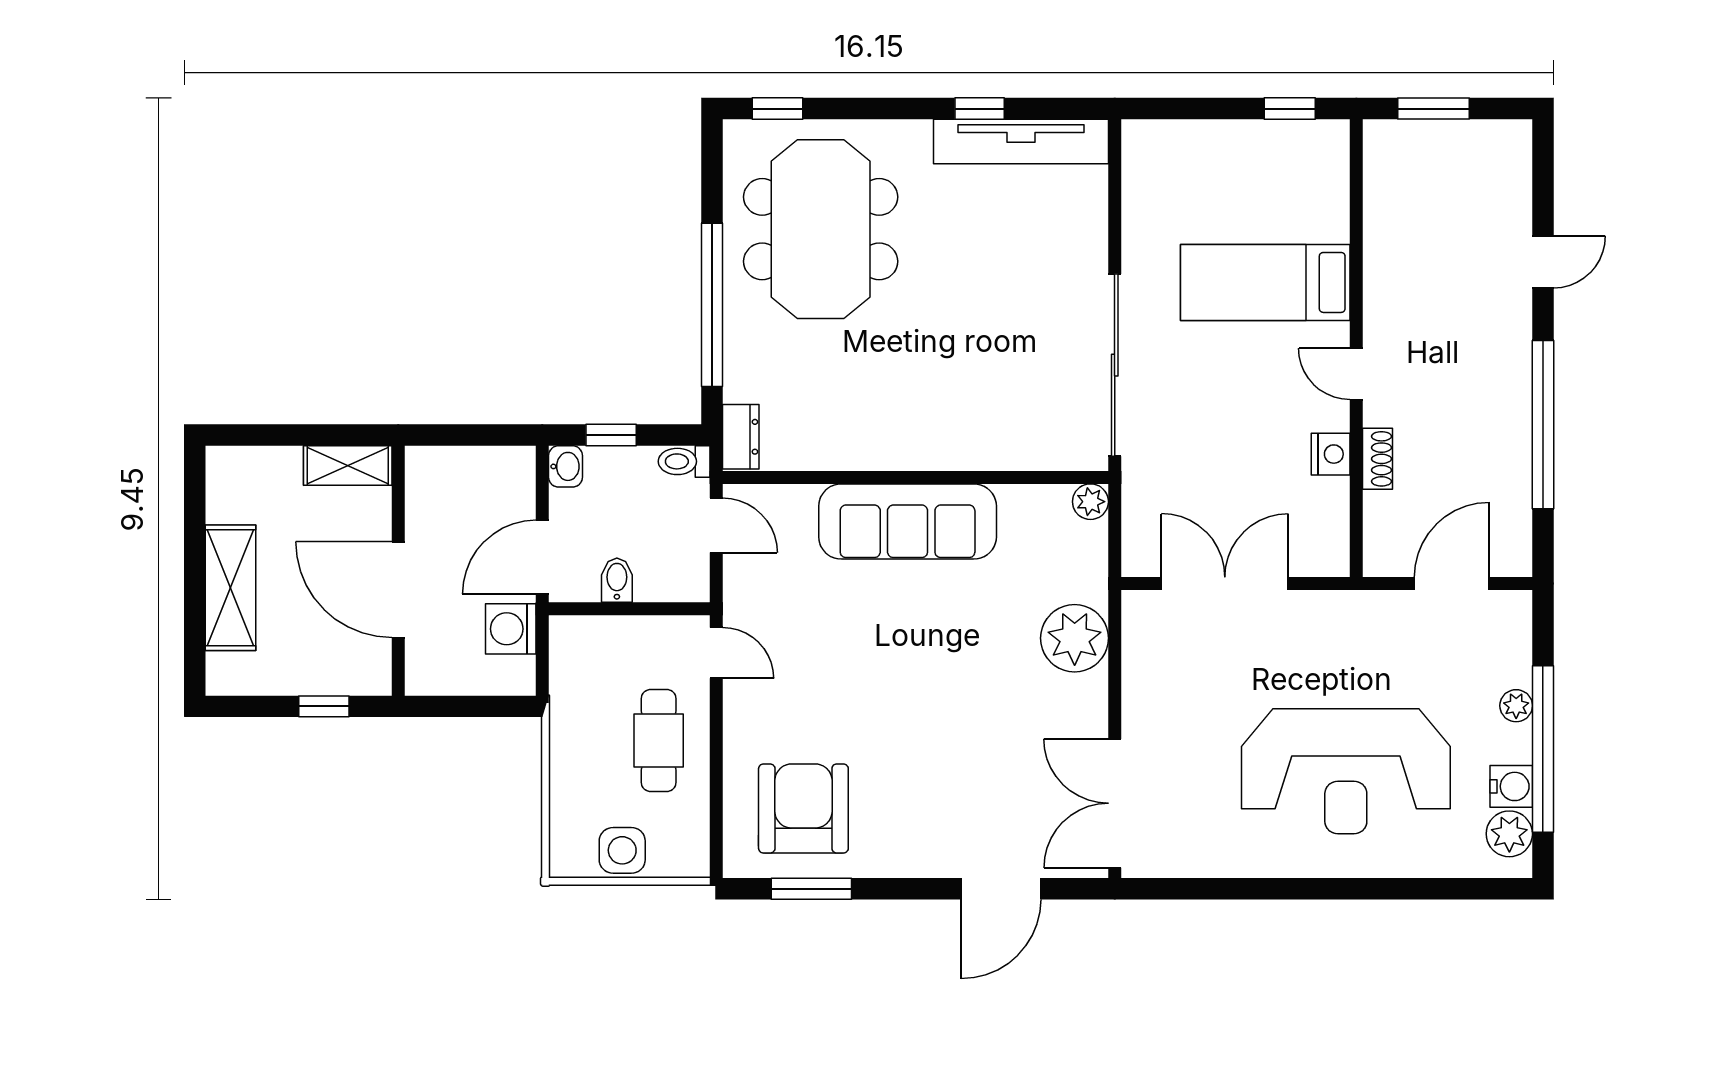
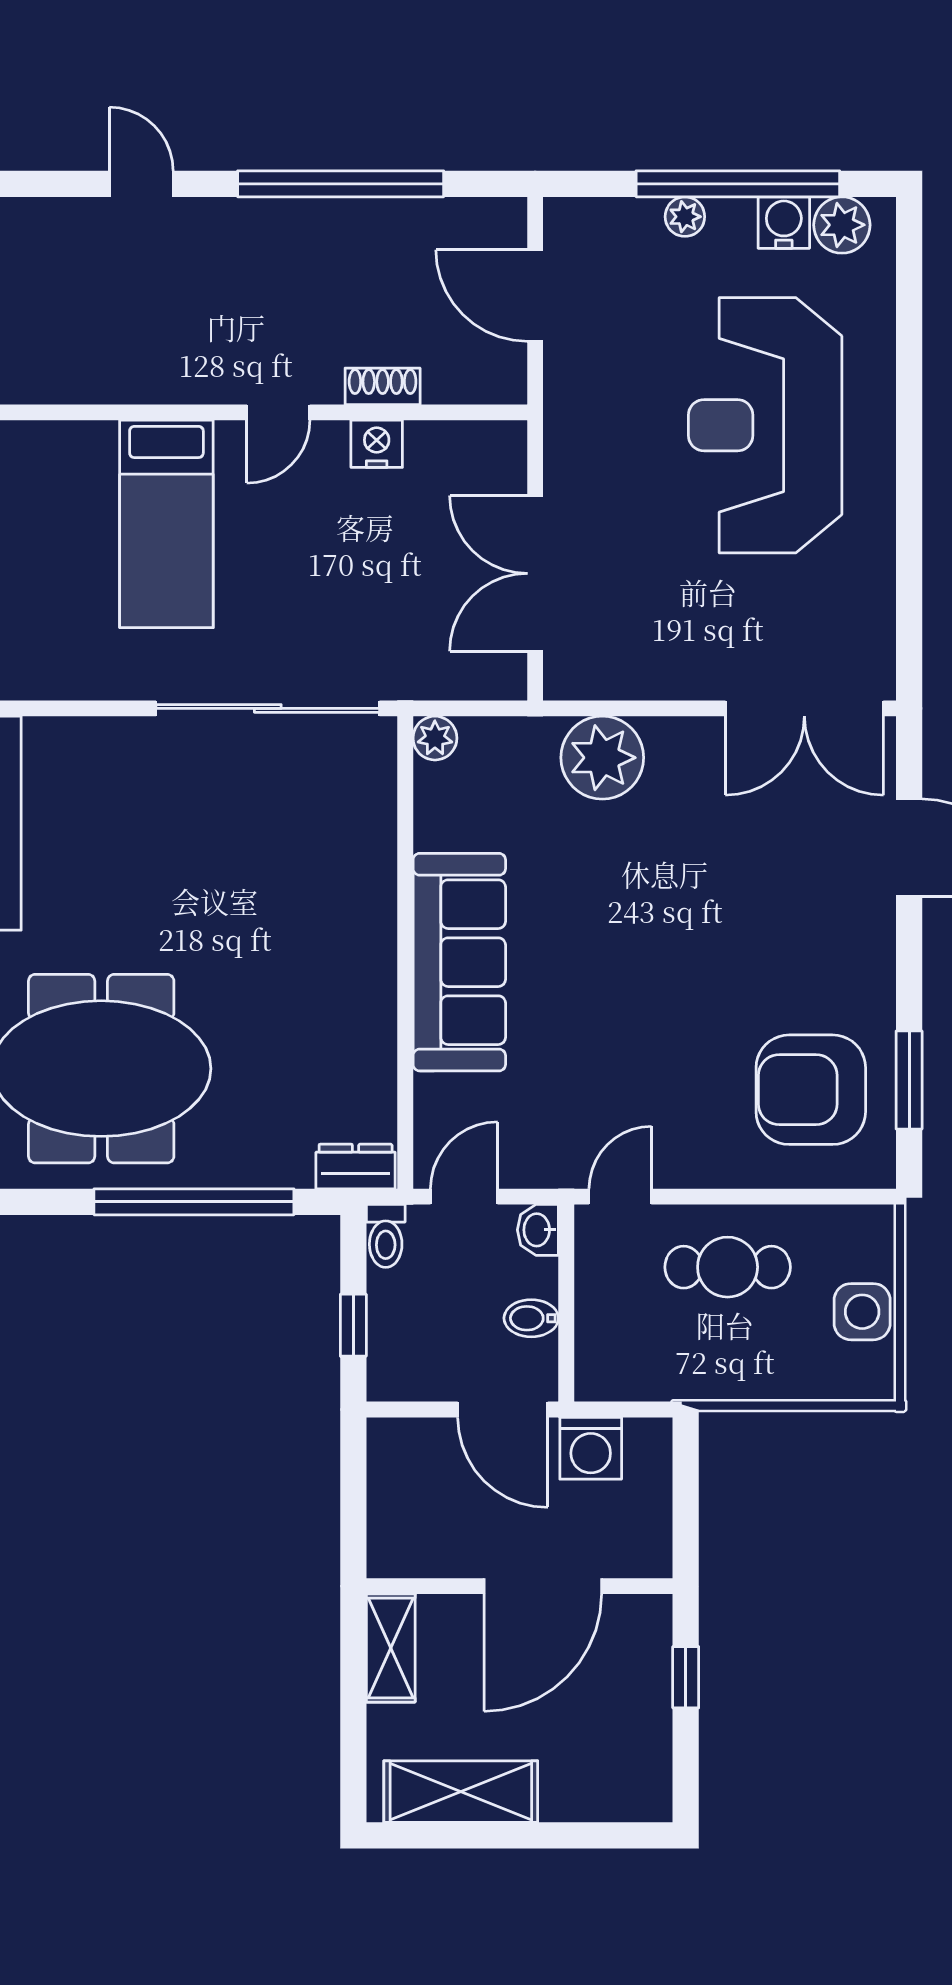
washbasin: (566, 466) -> (538, 1230), moved, turned -90
shelving: (230, 588) -> (461, 1792), moved
reception desk: (1346, 771) -> (765, 425), turned 180

